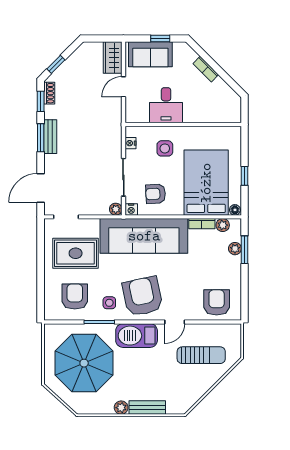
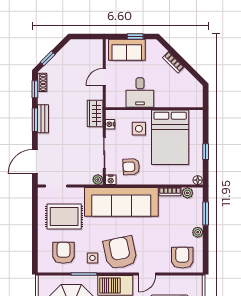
wardrobe: (113, 58) -> (95, 113), moved
bed: (206, 183) -> (170, 137), moved, turned 180
plant: (235, 249) -> (198, 232), moved

